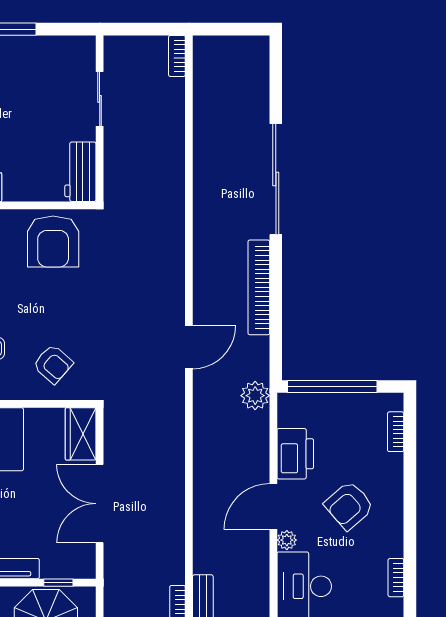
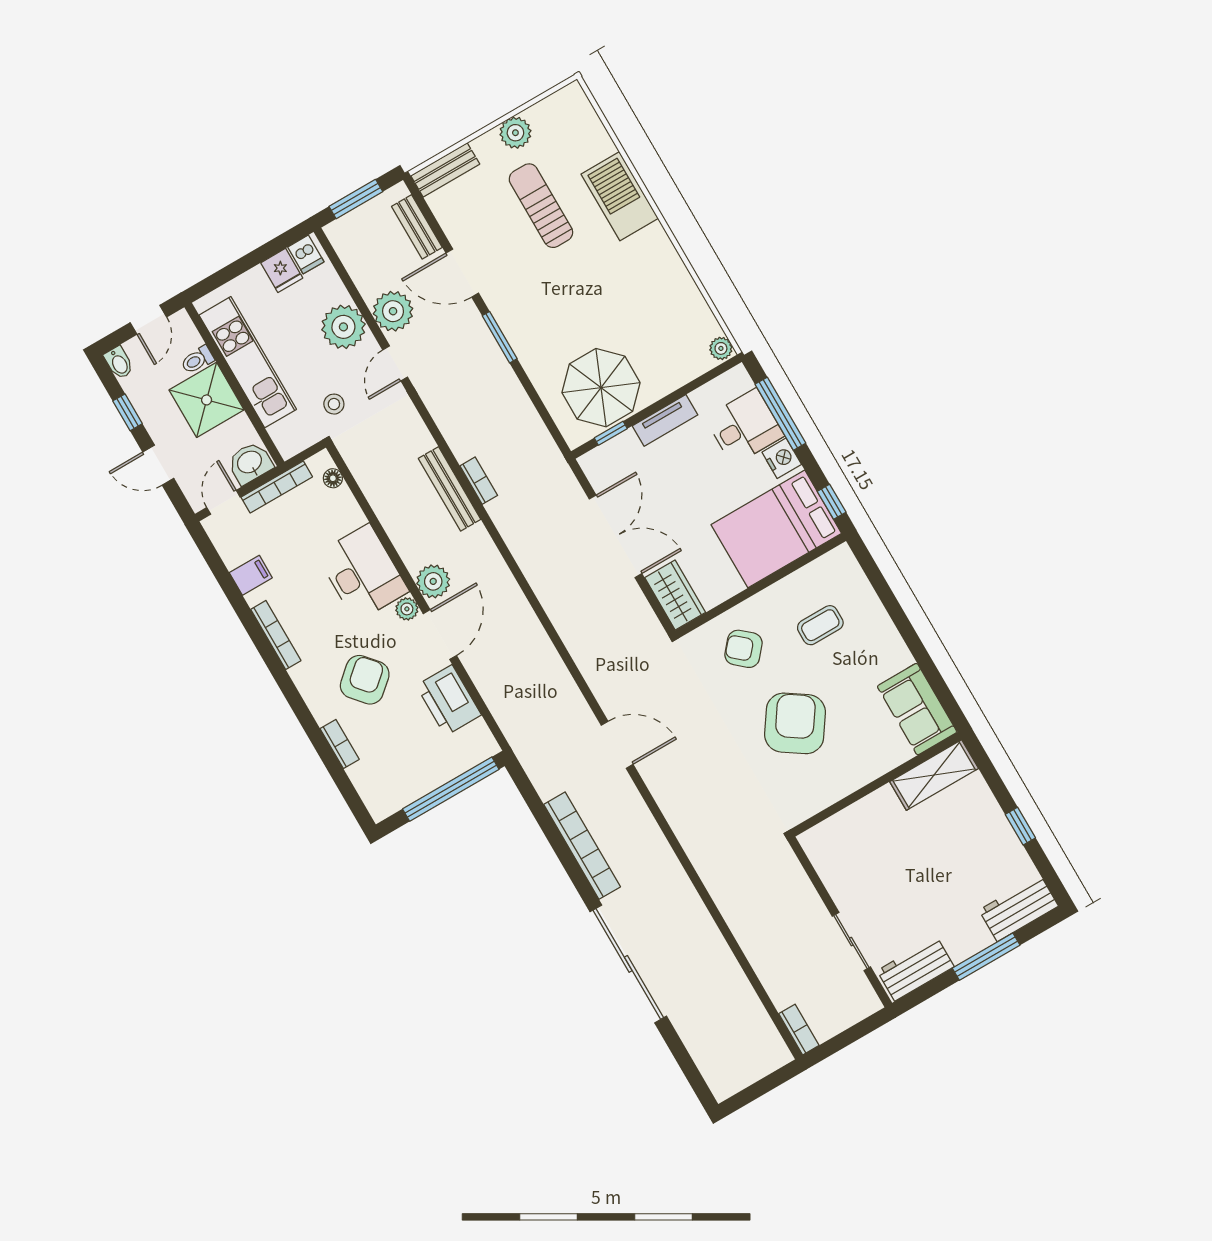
workbench: (80, 172) -> (916, 969), moved, turned -90
armchair: (53, 242) -> (795, 723), moved, turned 34
door: (189, 347) -> (617, 745), swing flipped
plant: (255, 396) -> (433, 581), moved
bookcase: (396, 432) -> (340, 744), moved
bookcase: (396, 578) -> (276, 635), width x1.56

